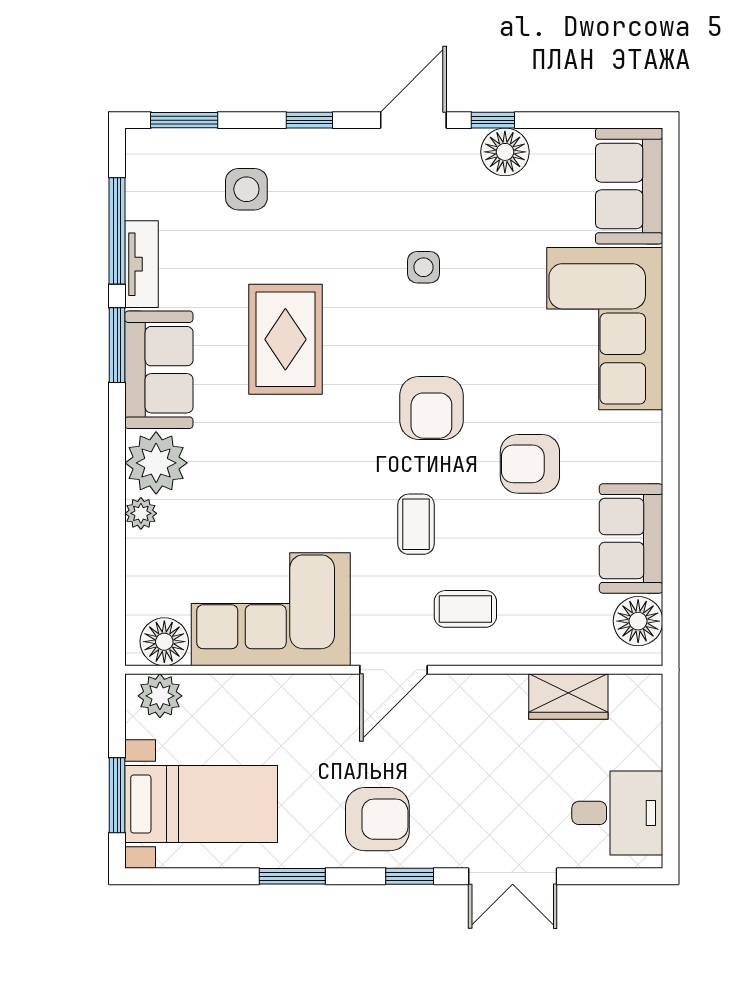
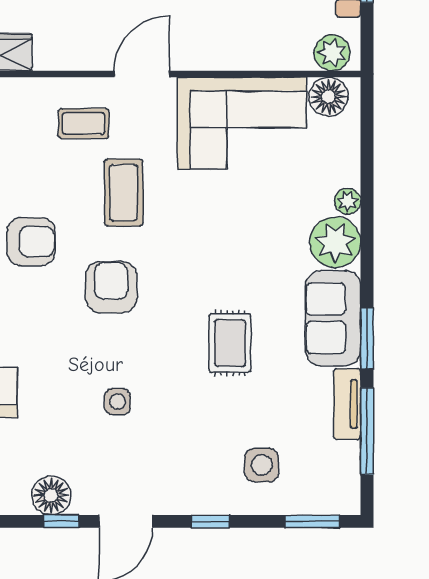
rug: (285, 339) -> (230, 343), width x0.73, depth x0.70
coffee table: (416, 524) -> (124, 192), width x1.36, depth x1.30

